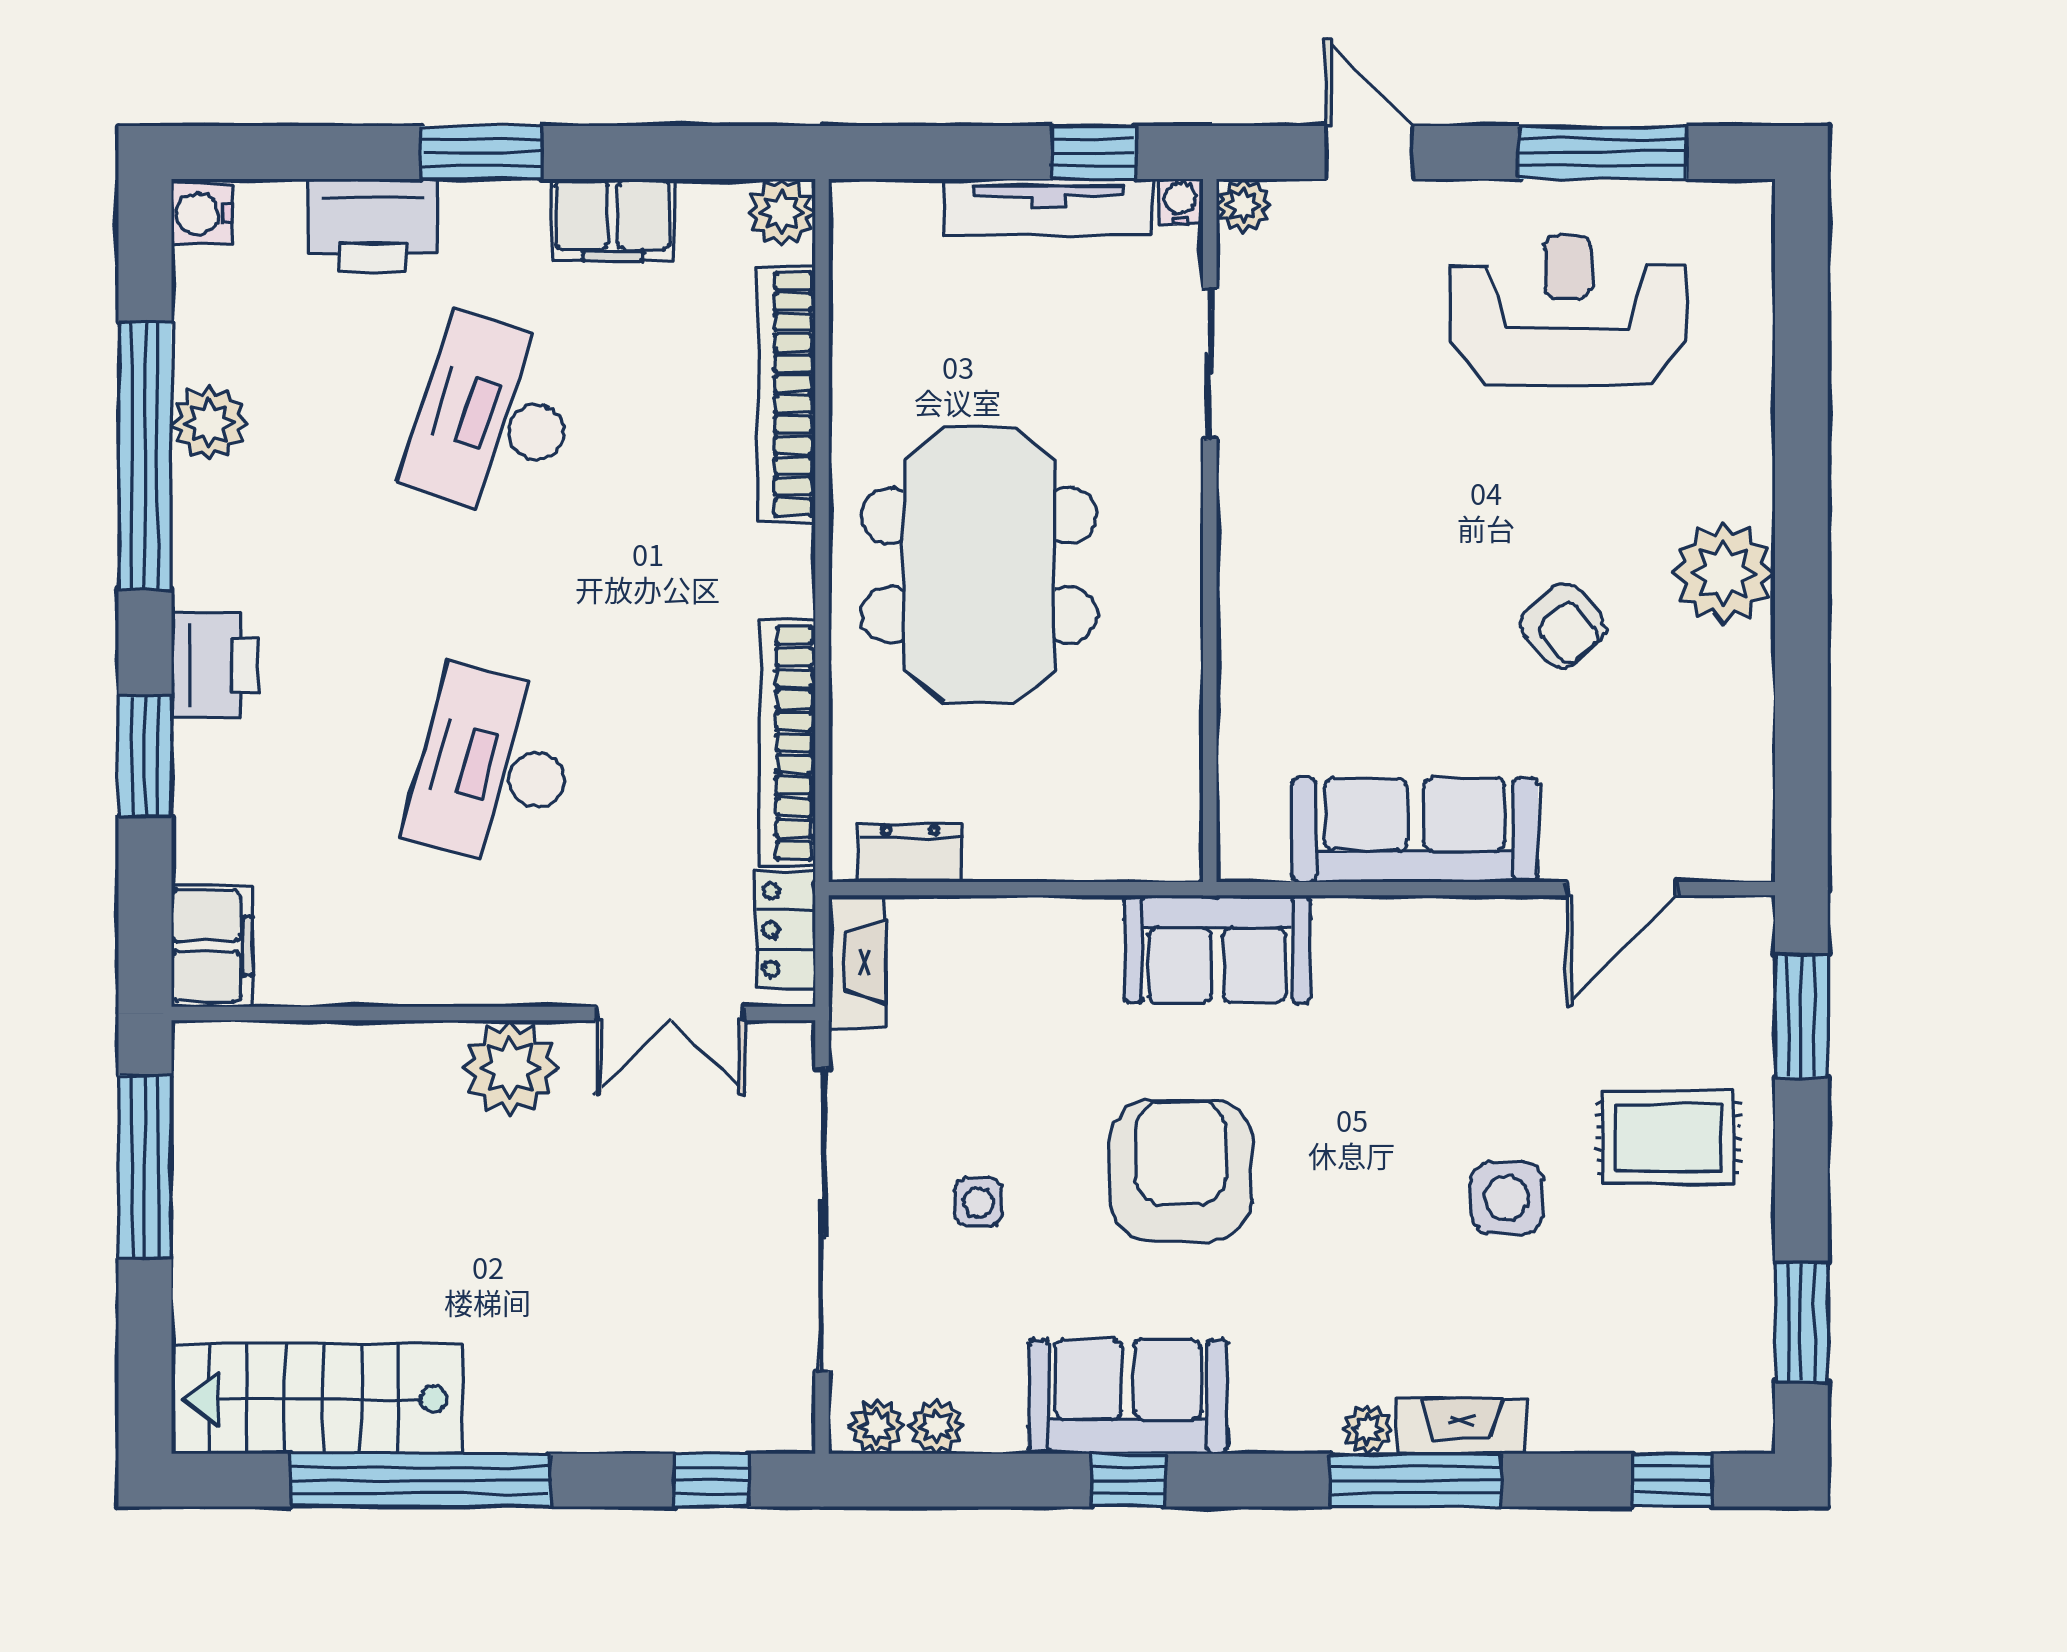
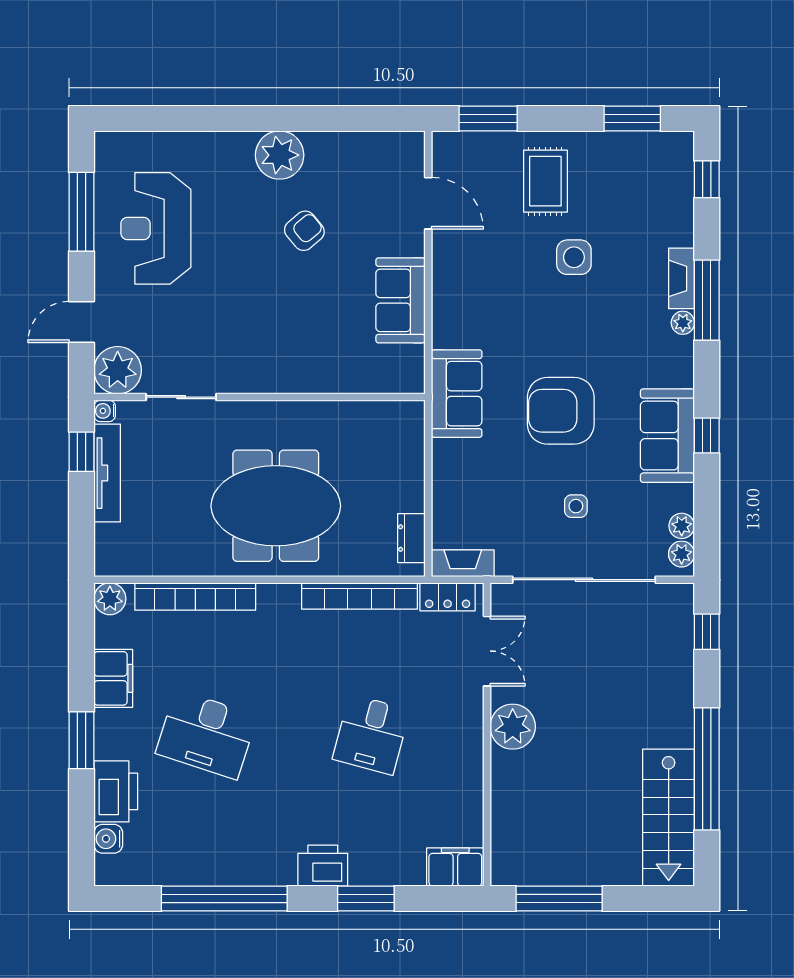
plant: (1243, 206) -> (118, 370), width x1.87, depth x1.87
water cooler: (202, 214) -> (108, 839), moved, turned 90
plant: (209, 423) -> (209, 868), removed
desk: (493, 768) -> (371, 734), width x0.73
sofa: (1415, 830) -> (401, 300), width x0.73

